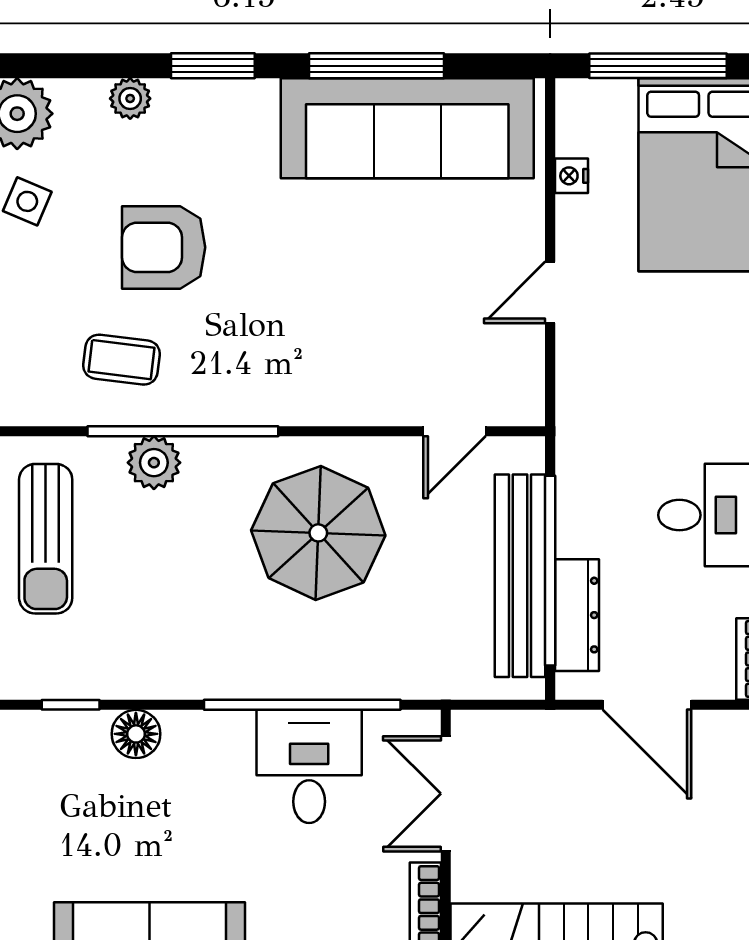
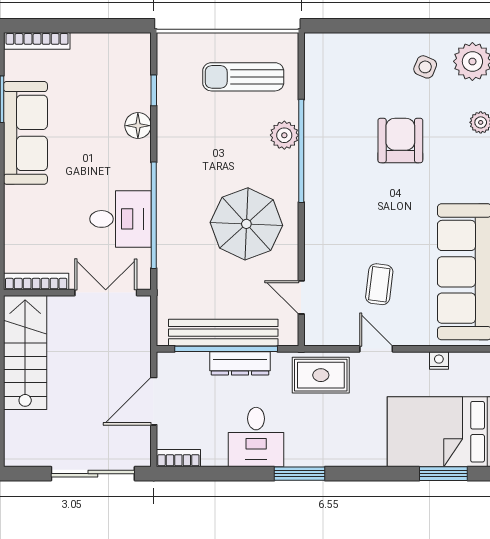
coffee table: (122, 360) -> (379, 284), moved
rug: (599, 395) -> (321, 375), added
dresser: (577, 615) -> (240, 363), moved

